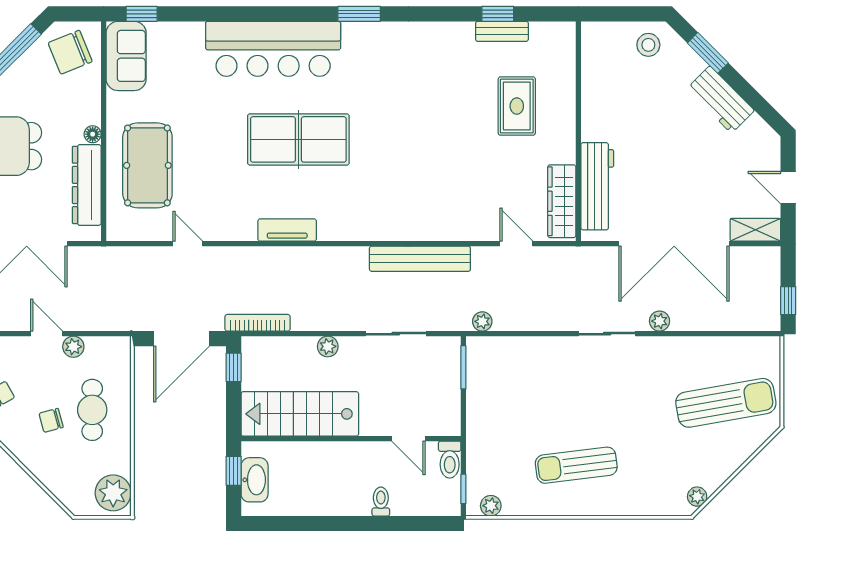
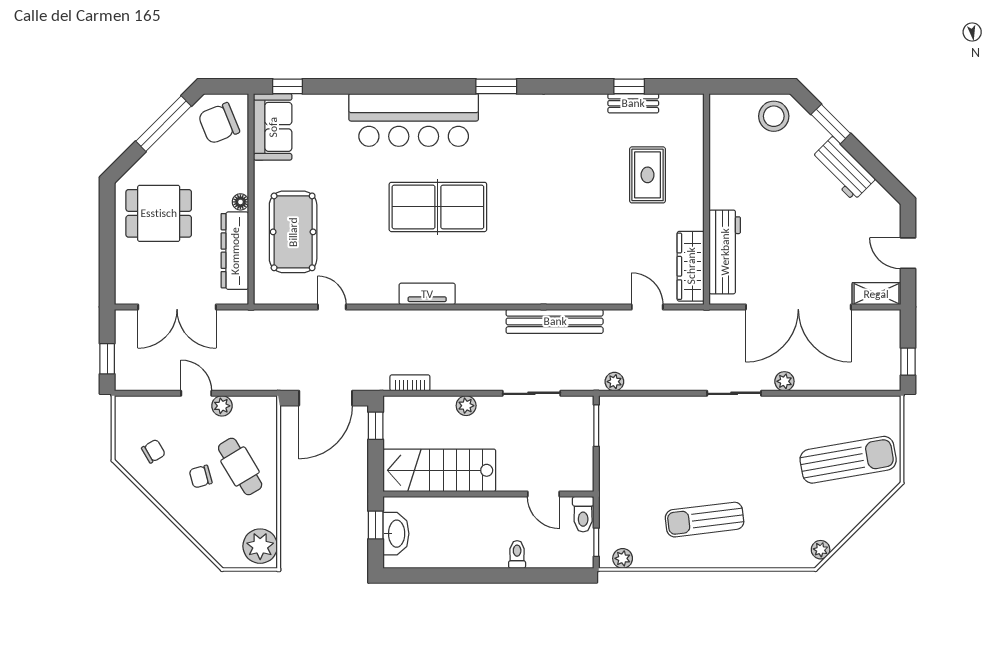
stool: (648, 45) -> (774, 116), width x1.38, depth x1.38
bookcase: (258, 323) -> (410, 383), width x0.64
cafe table: (92, 410) -> (240, 466), turned -31

